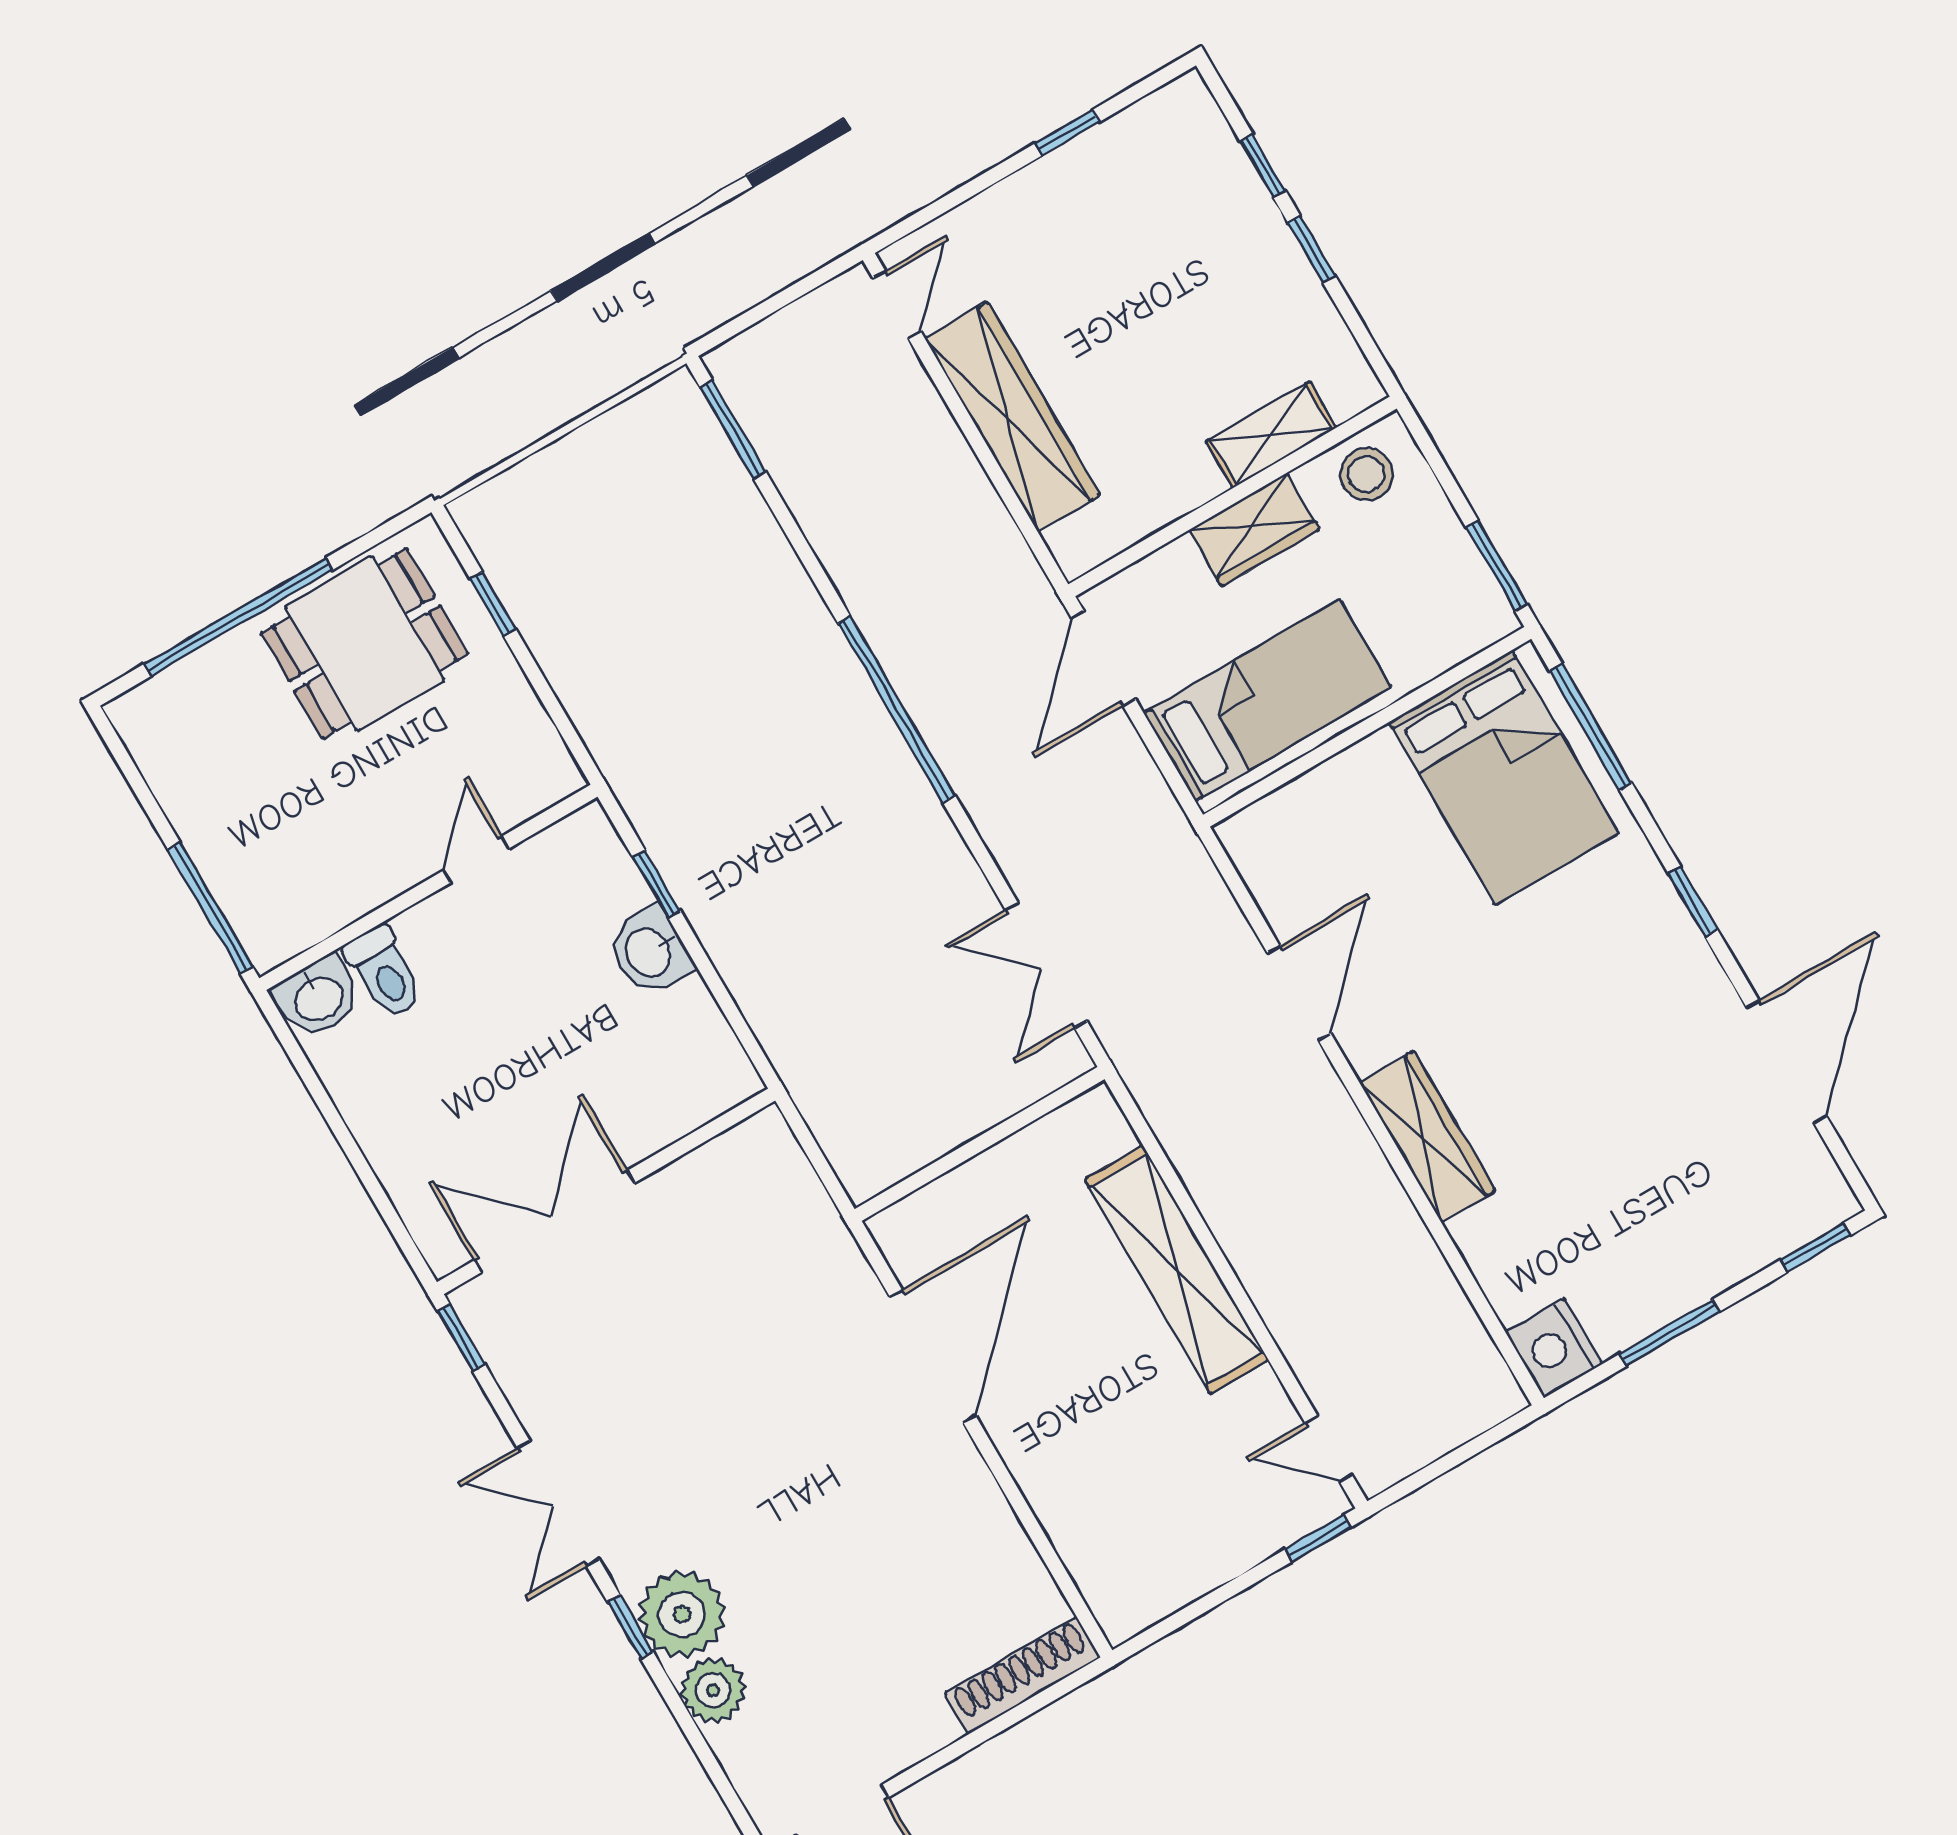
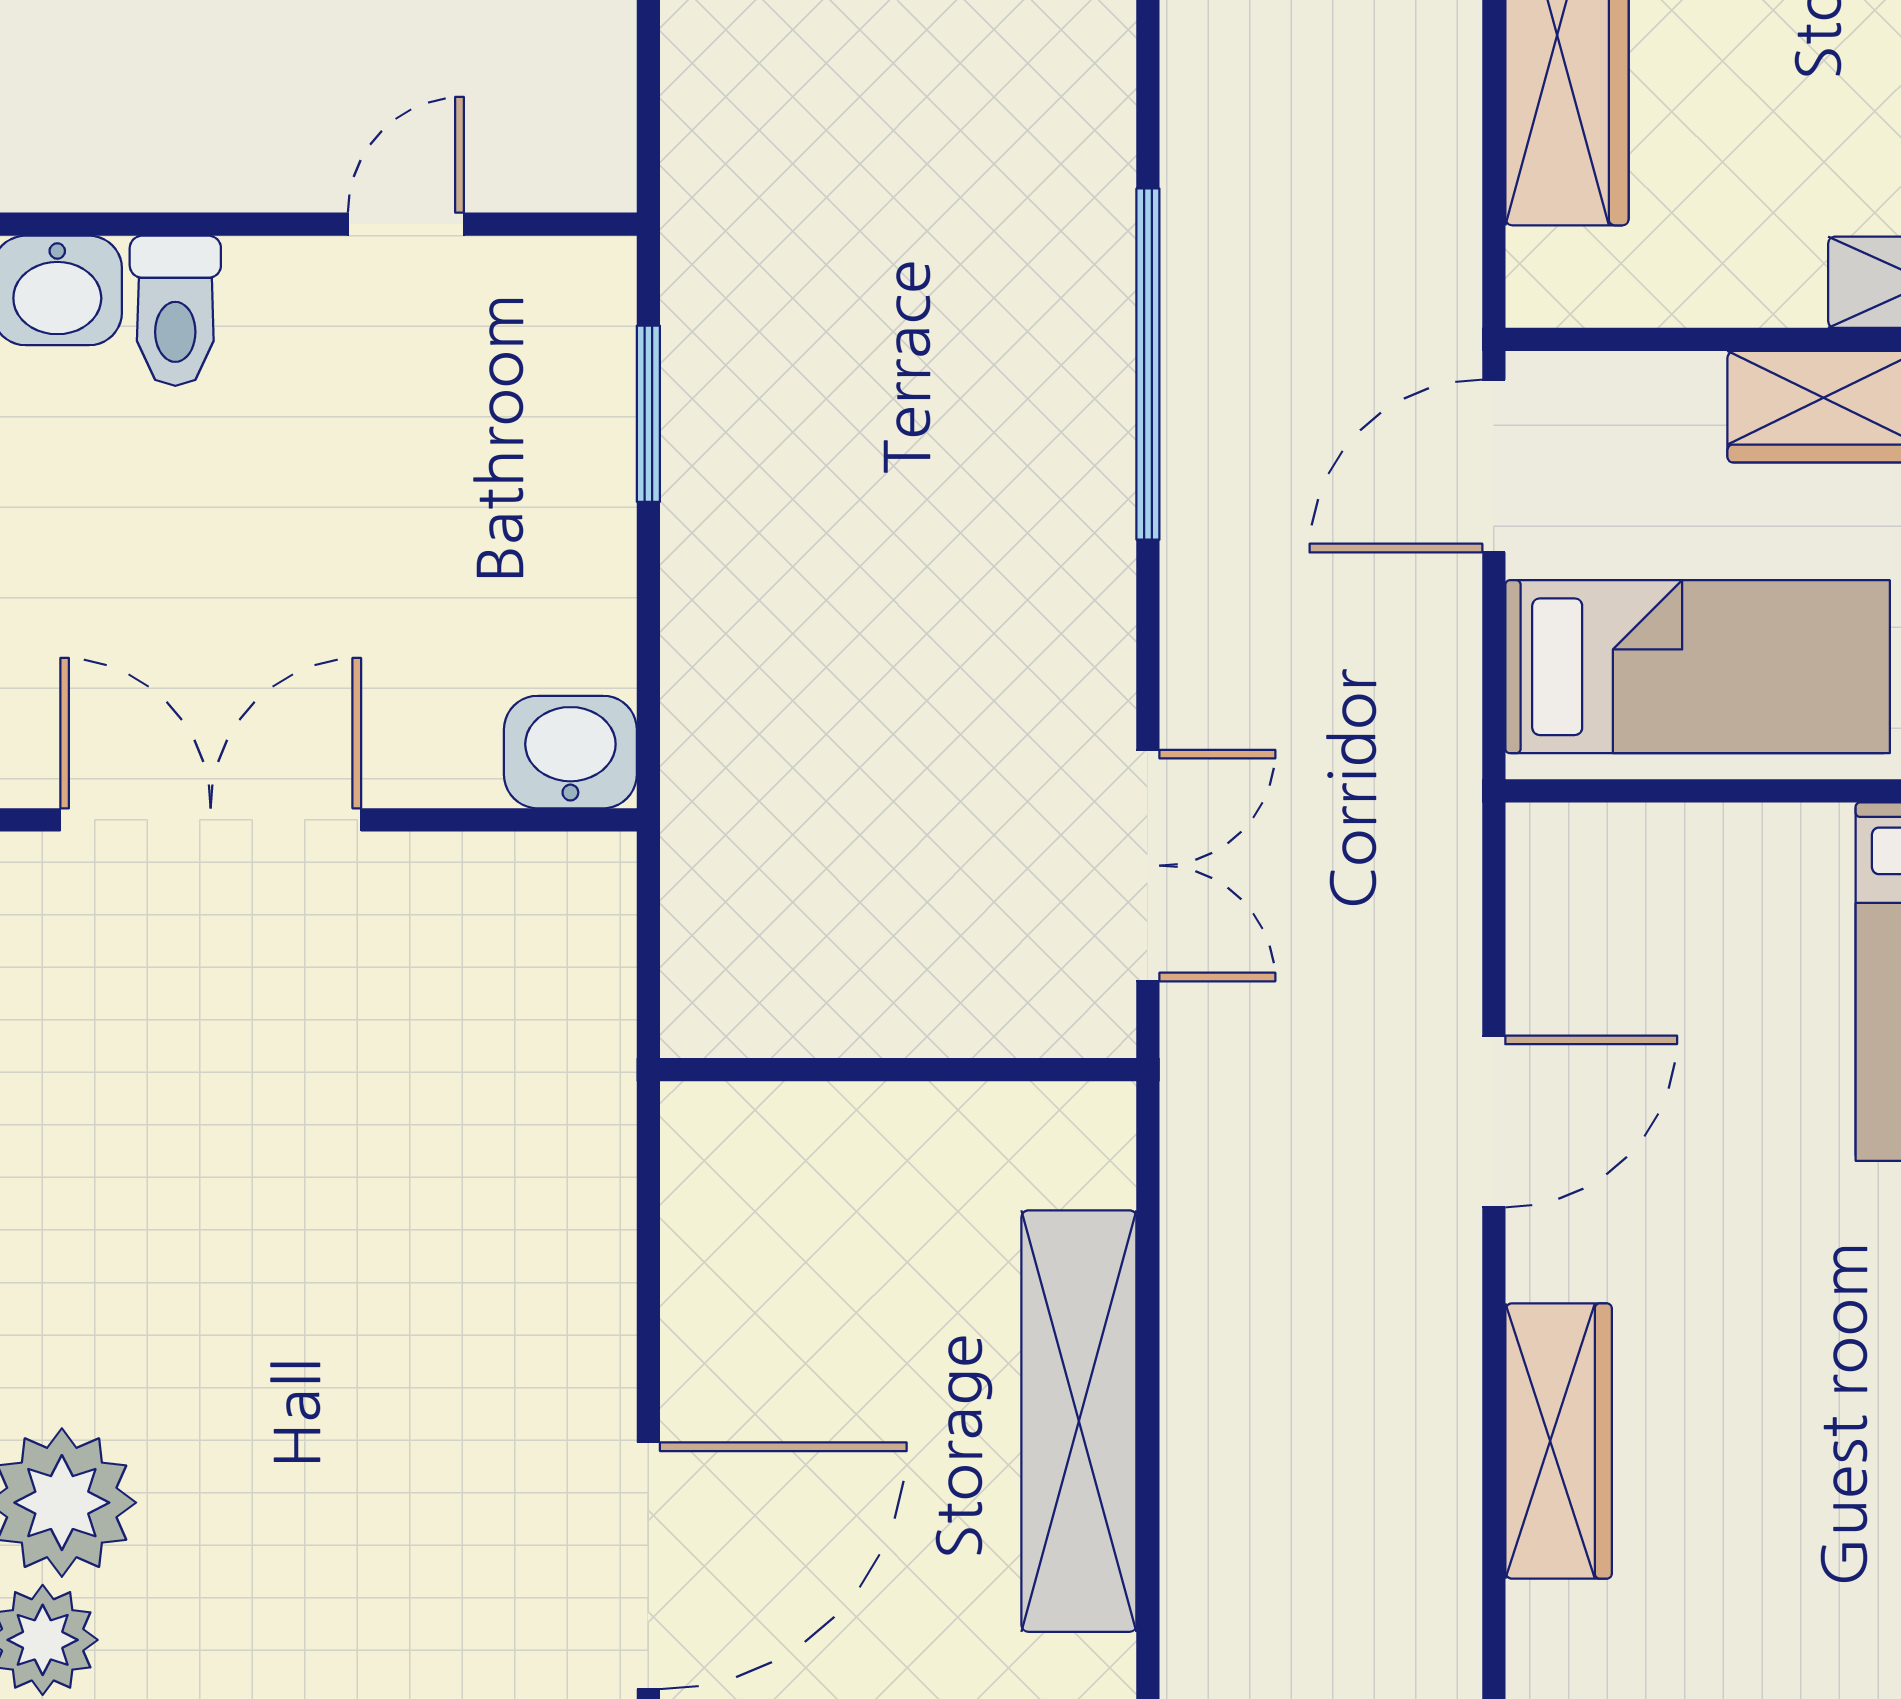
window: (656, 884) -> (648, 414), width x1.50
washbasin: (650, 952) -> (570, 752), moved, turned 90
double door: (1046, 965) -> (1148, 866), swing flipped
door: (933, 1356) -> (648, 1566), moved

